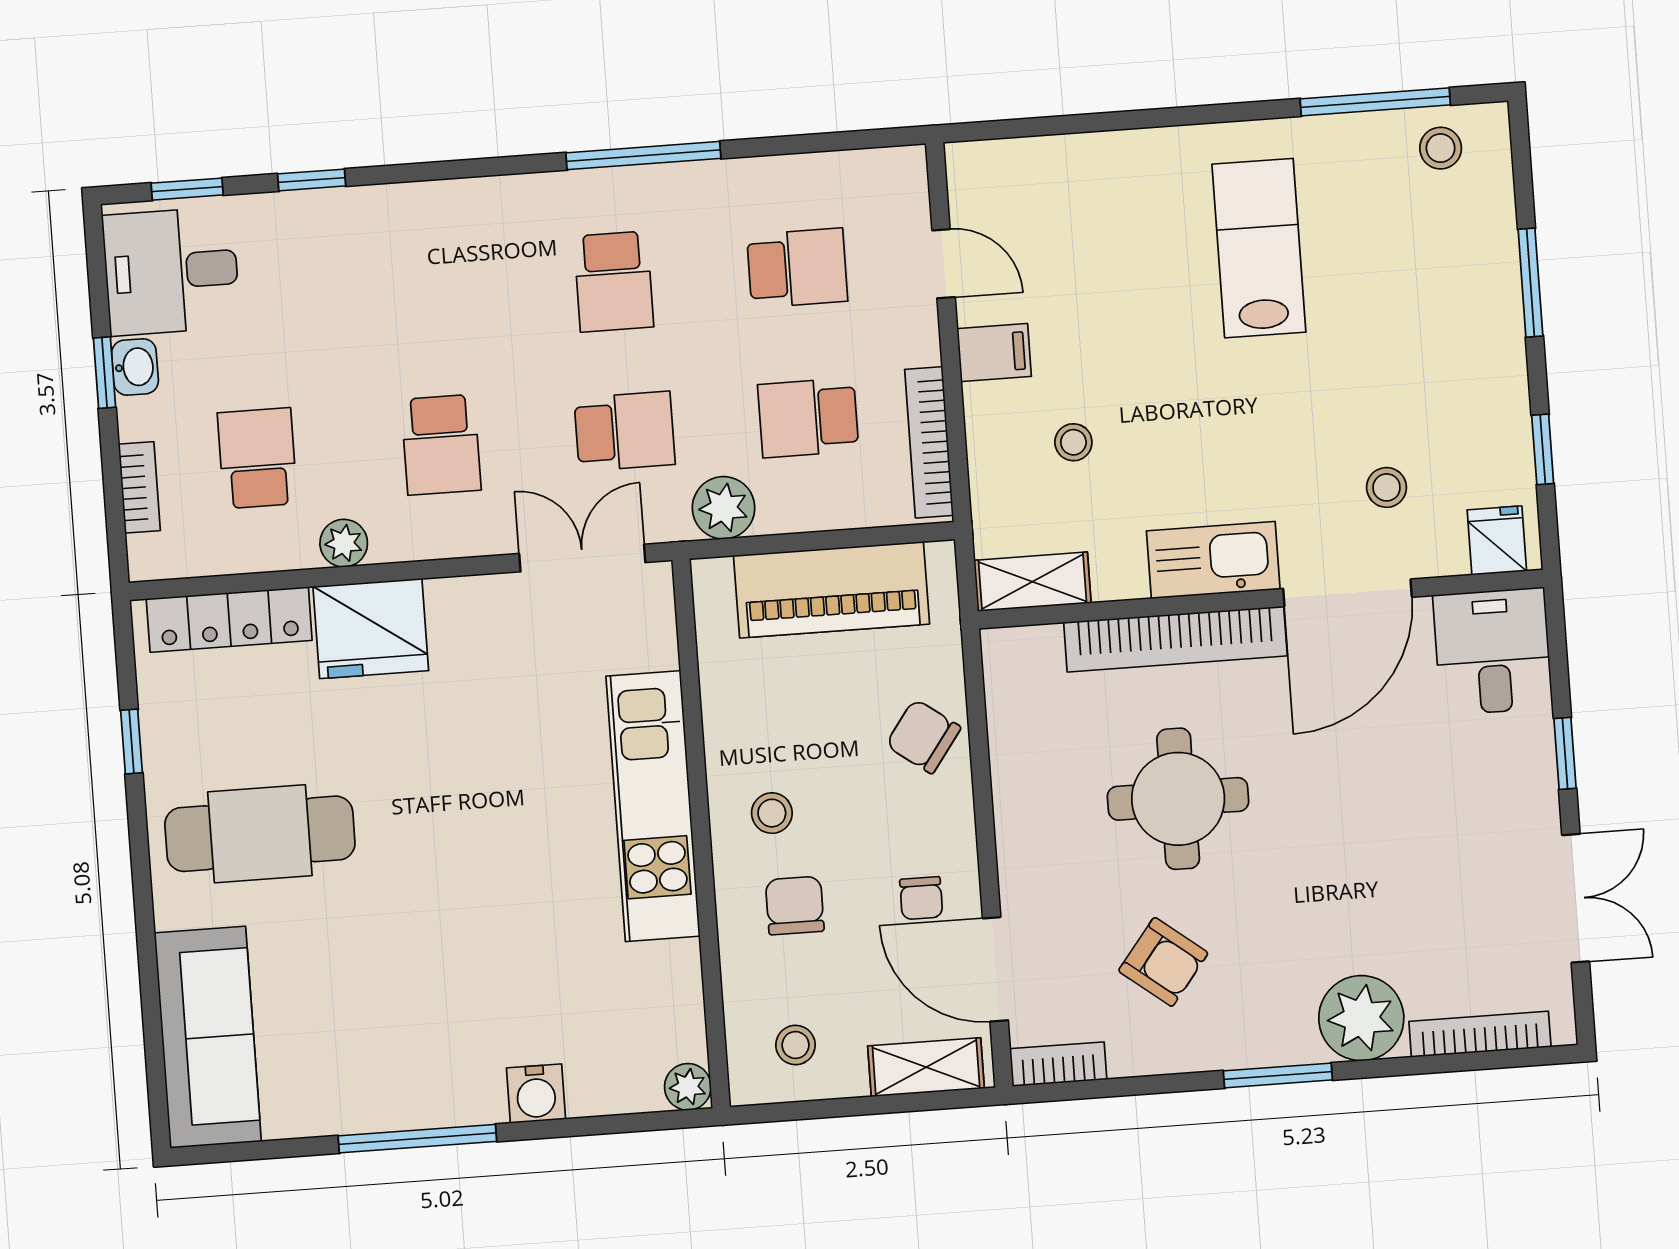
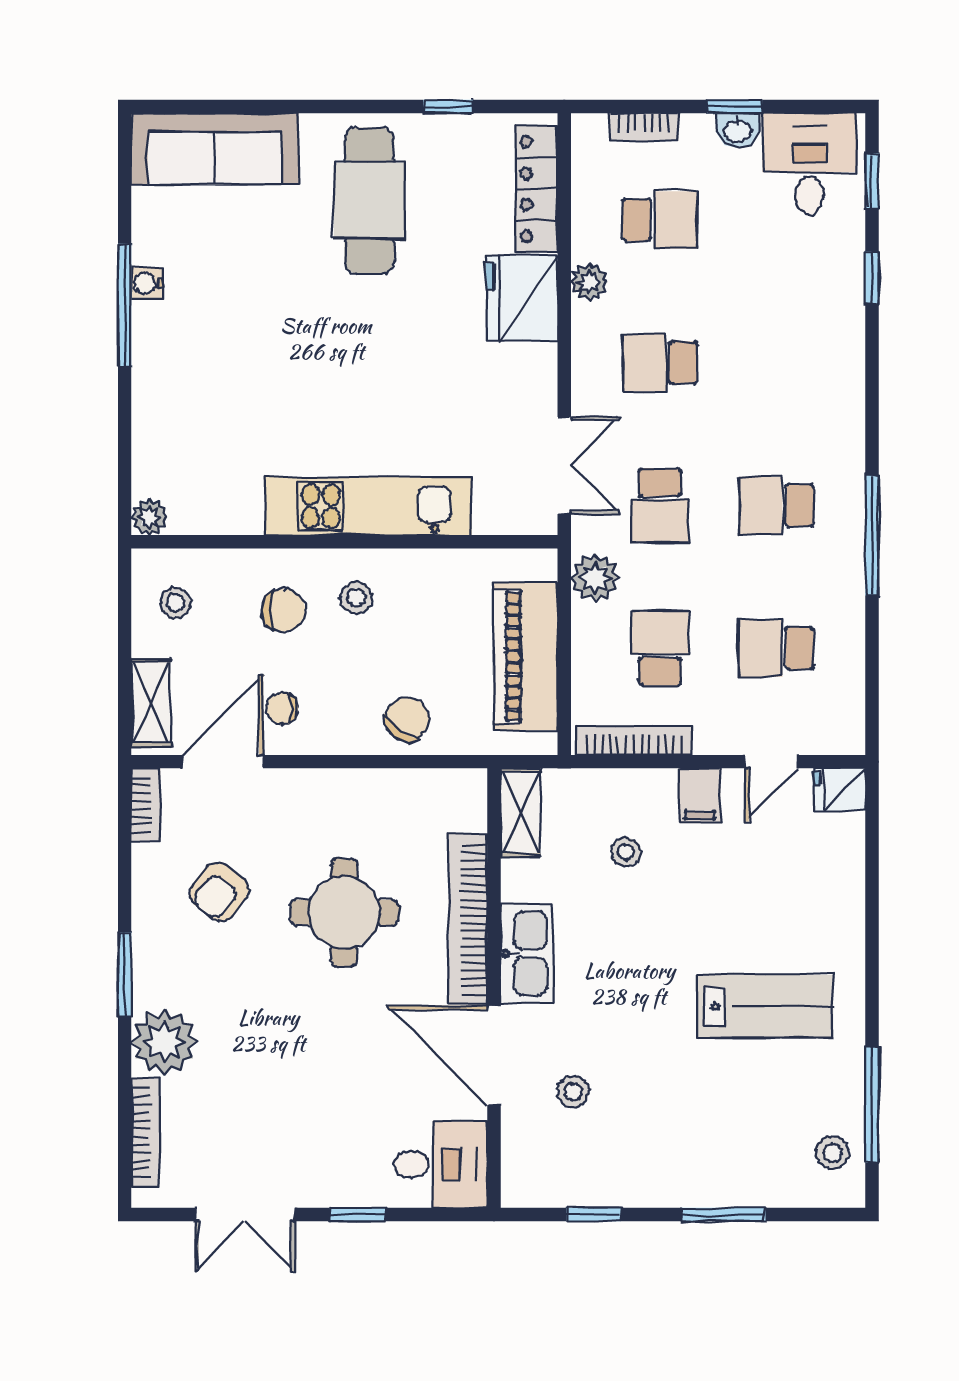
school desk: (797, 268) -> (776, 648), turned 90
fridge: (1497, 540) -> (840, 790), moved, turned 180
water cooler: (536, 1094) -> (147, 283), moved, width x0.72, depth x0.72

